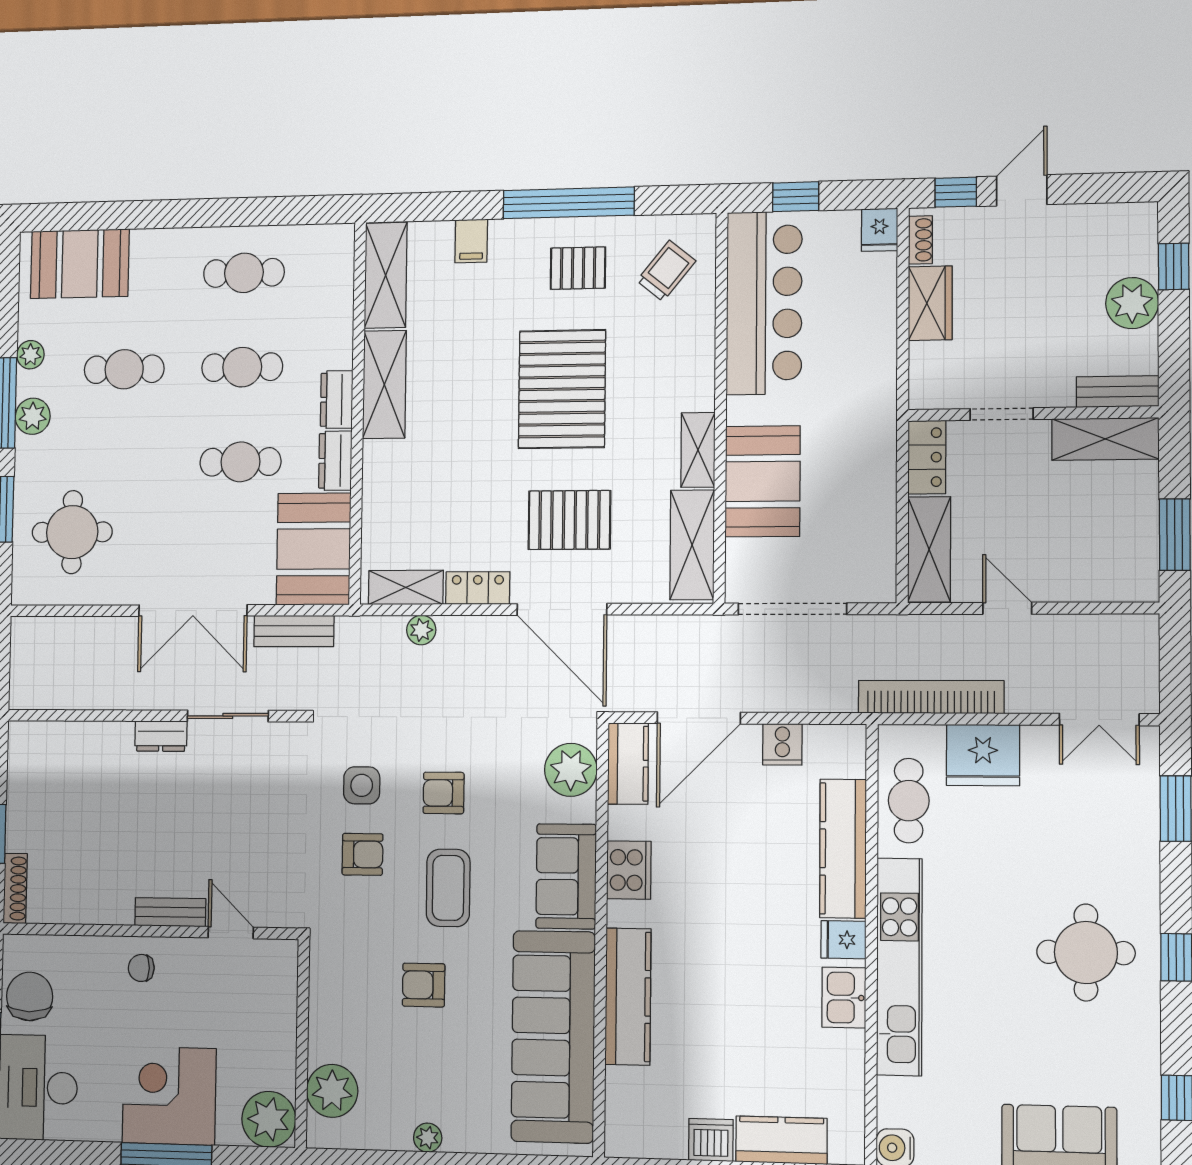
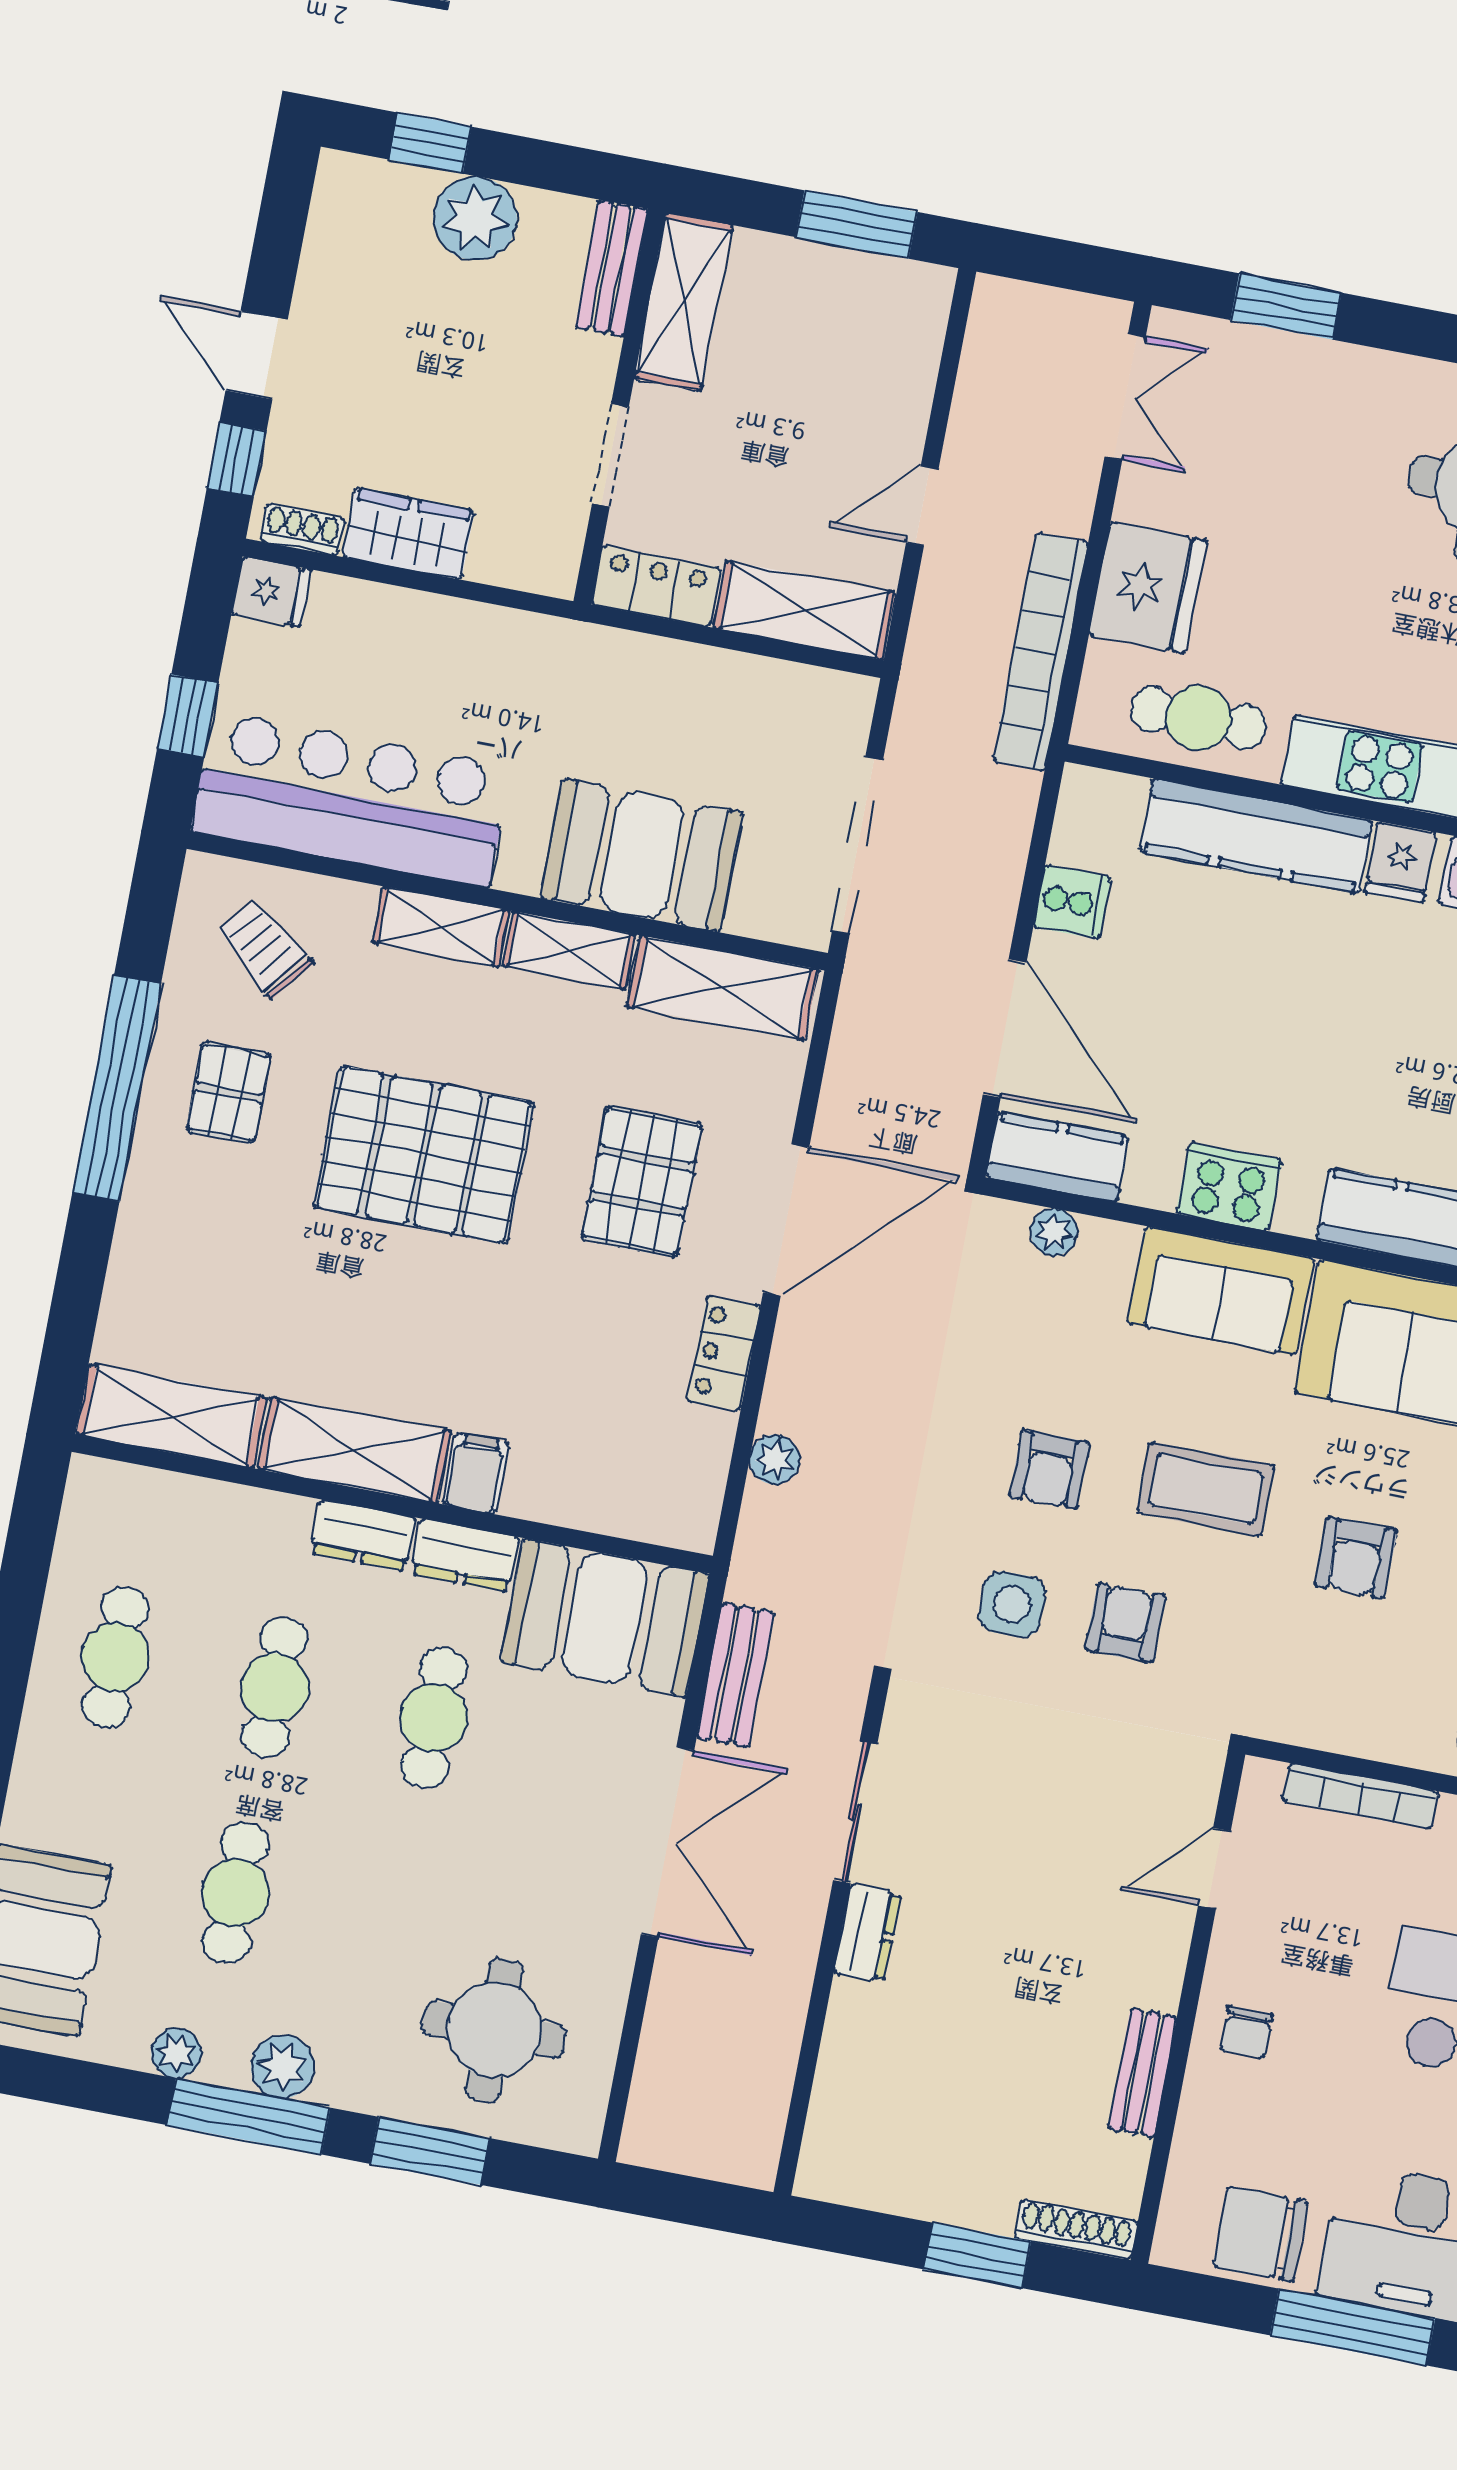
filing cabinet: (471, 241) -> (476, 1473), moved, turned -90
shelving: (406, 587) -> (441, 927), moved, turned 90
plant: (571, 770) -> (1054, 1232), width x0.53, depth x0.53
bench: (170, 912) -> (1142, 2073), moved
bookcase: (286, 1012) -> (1360, 1796), added

